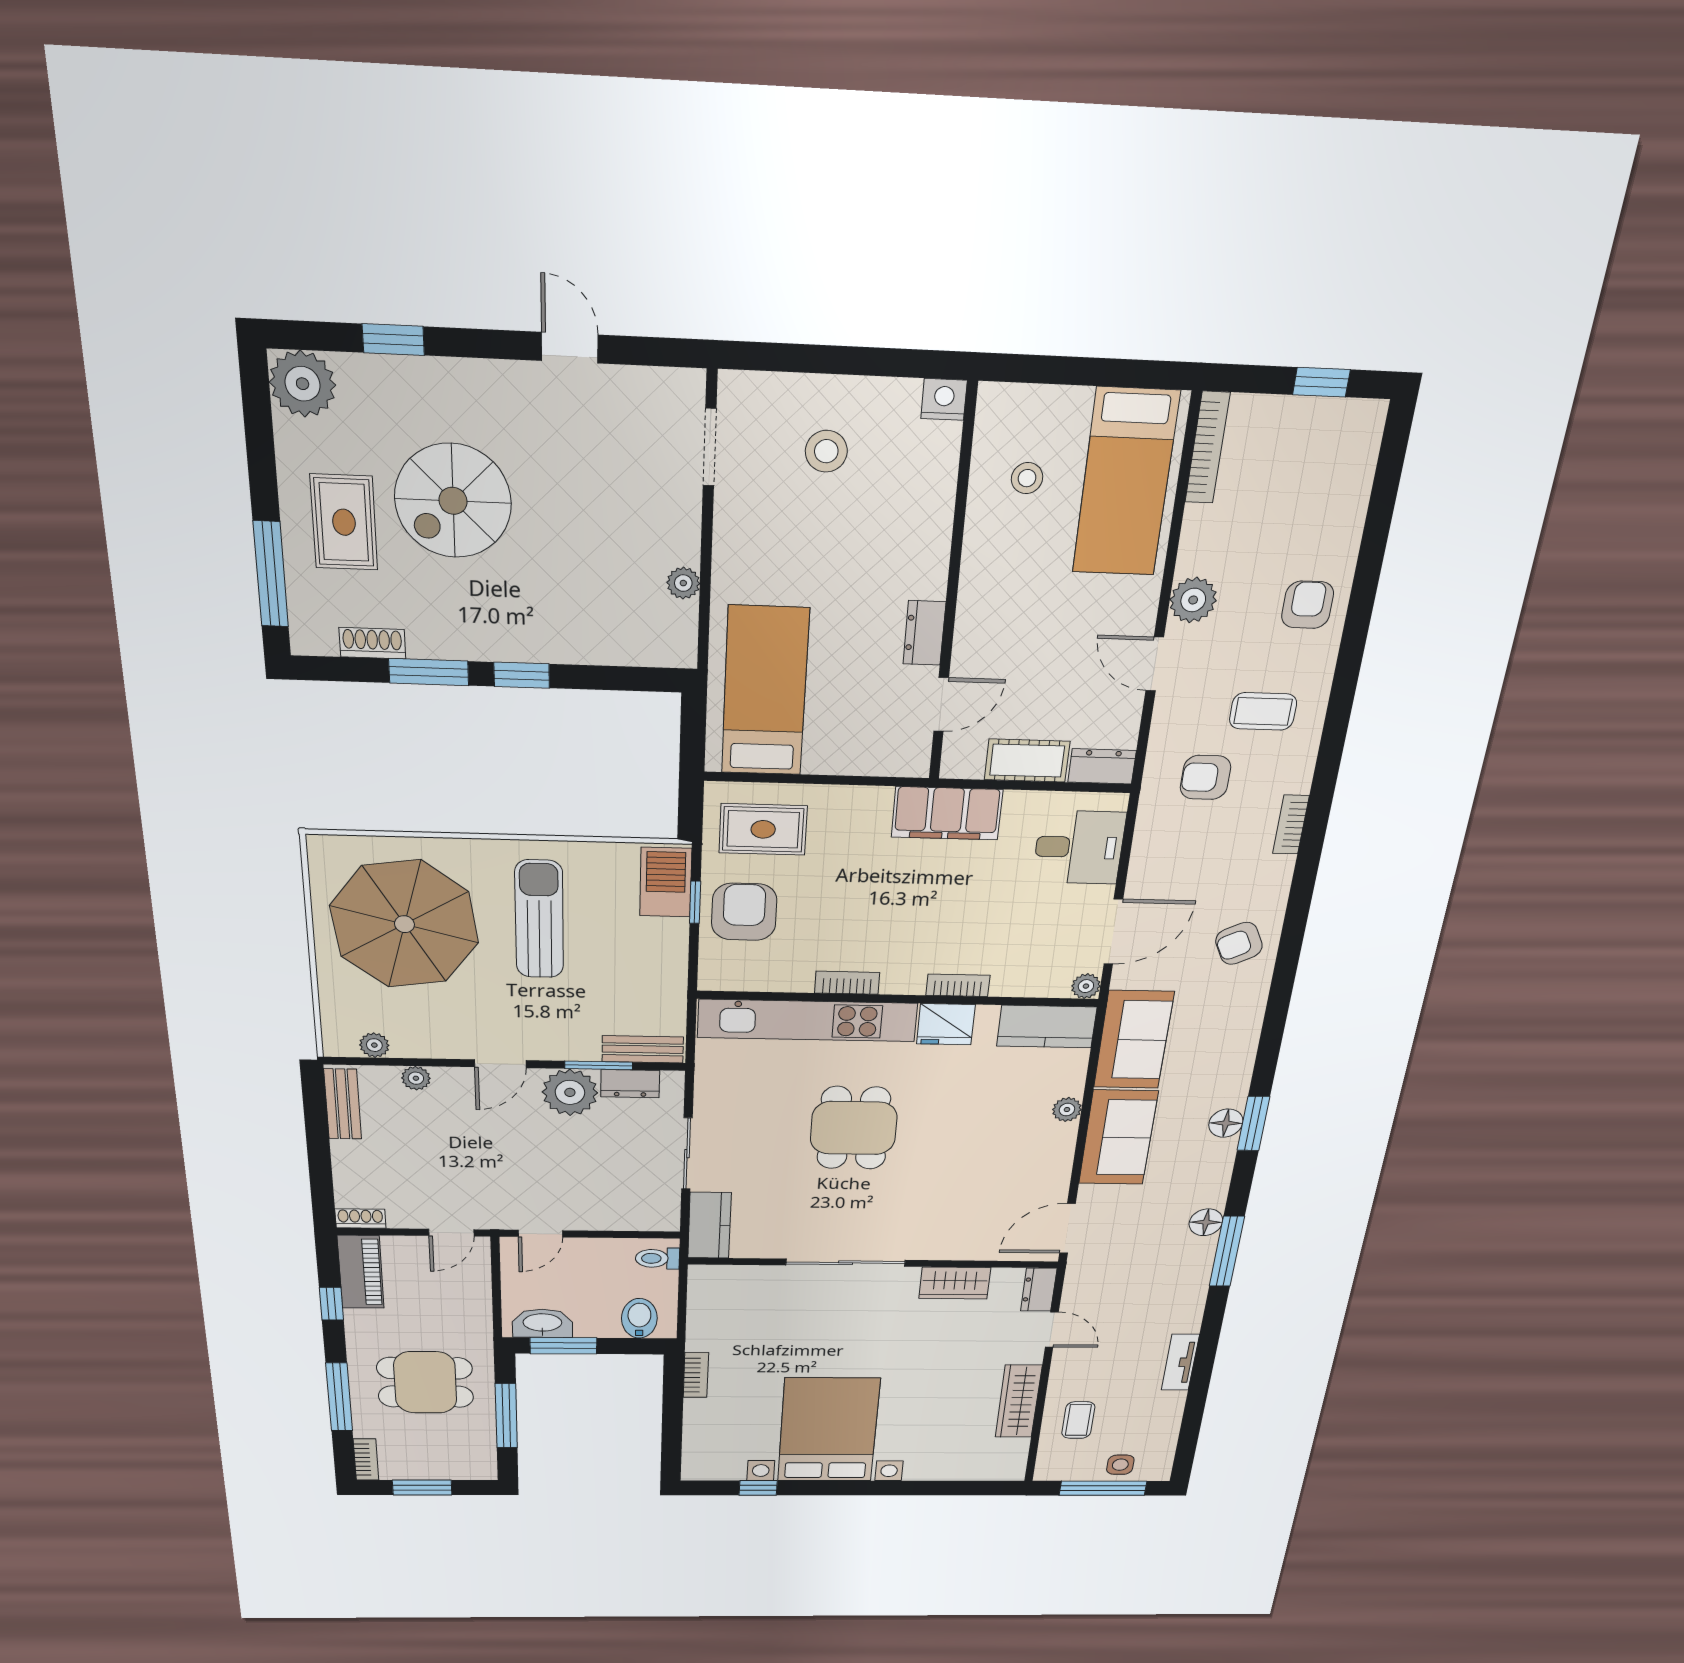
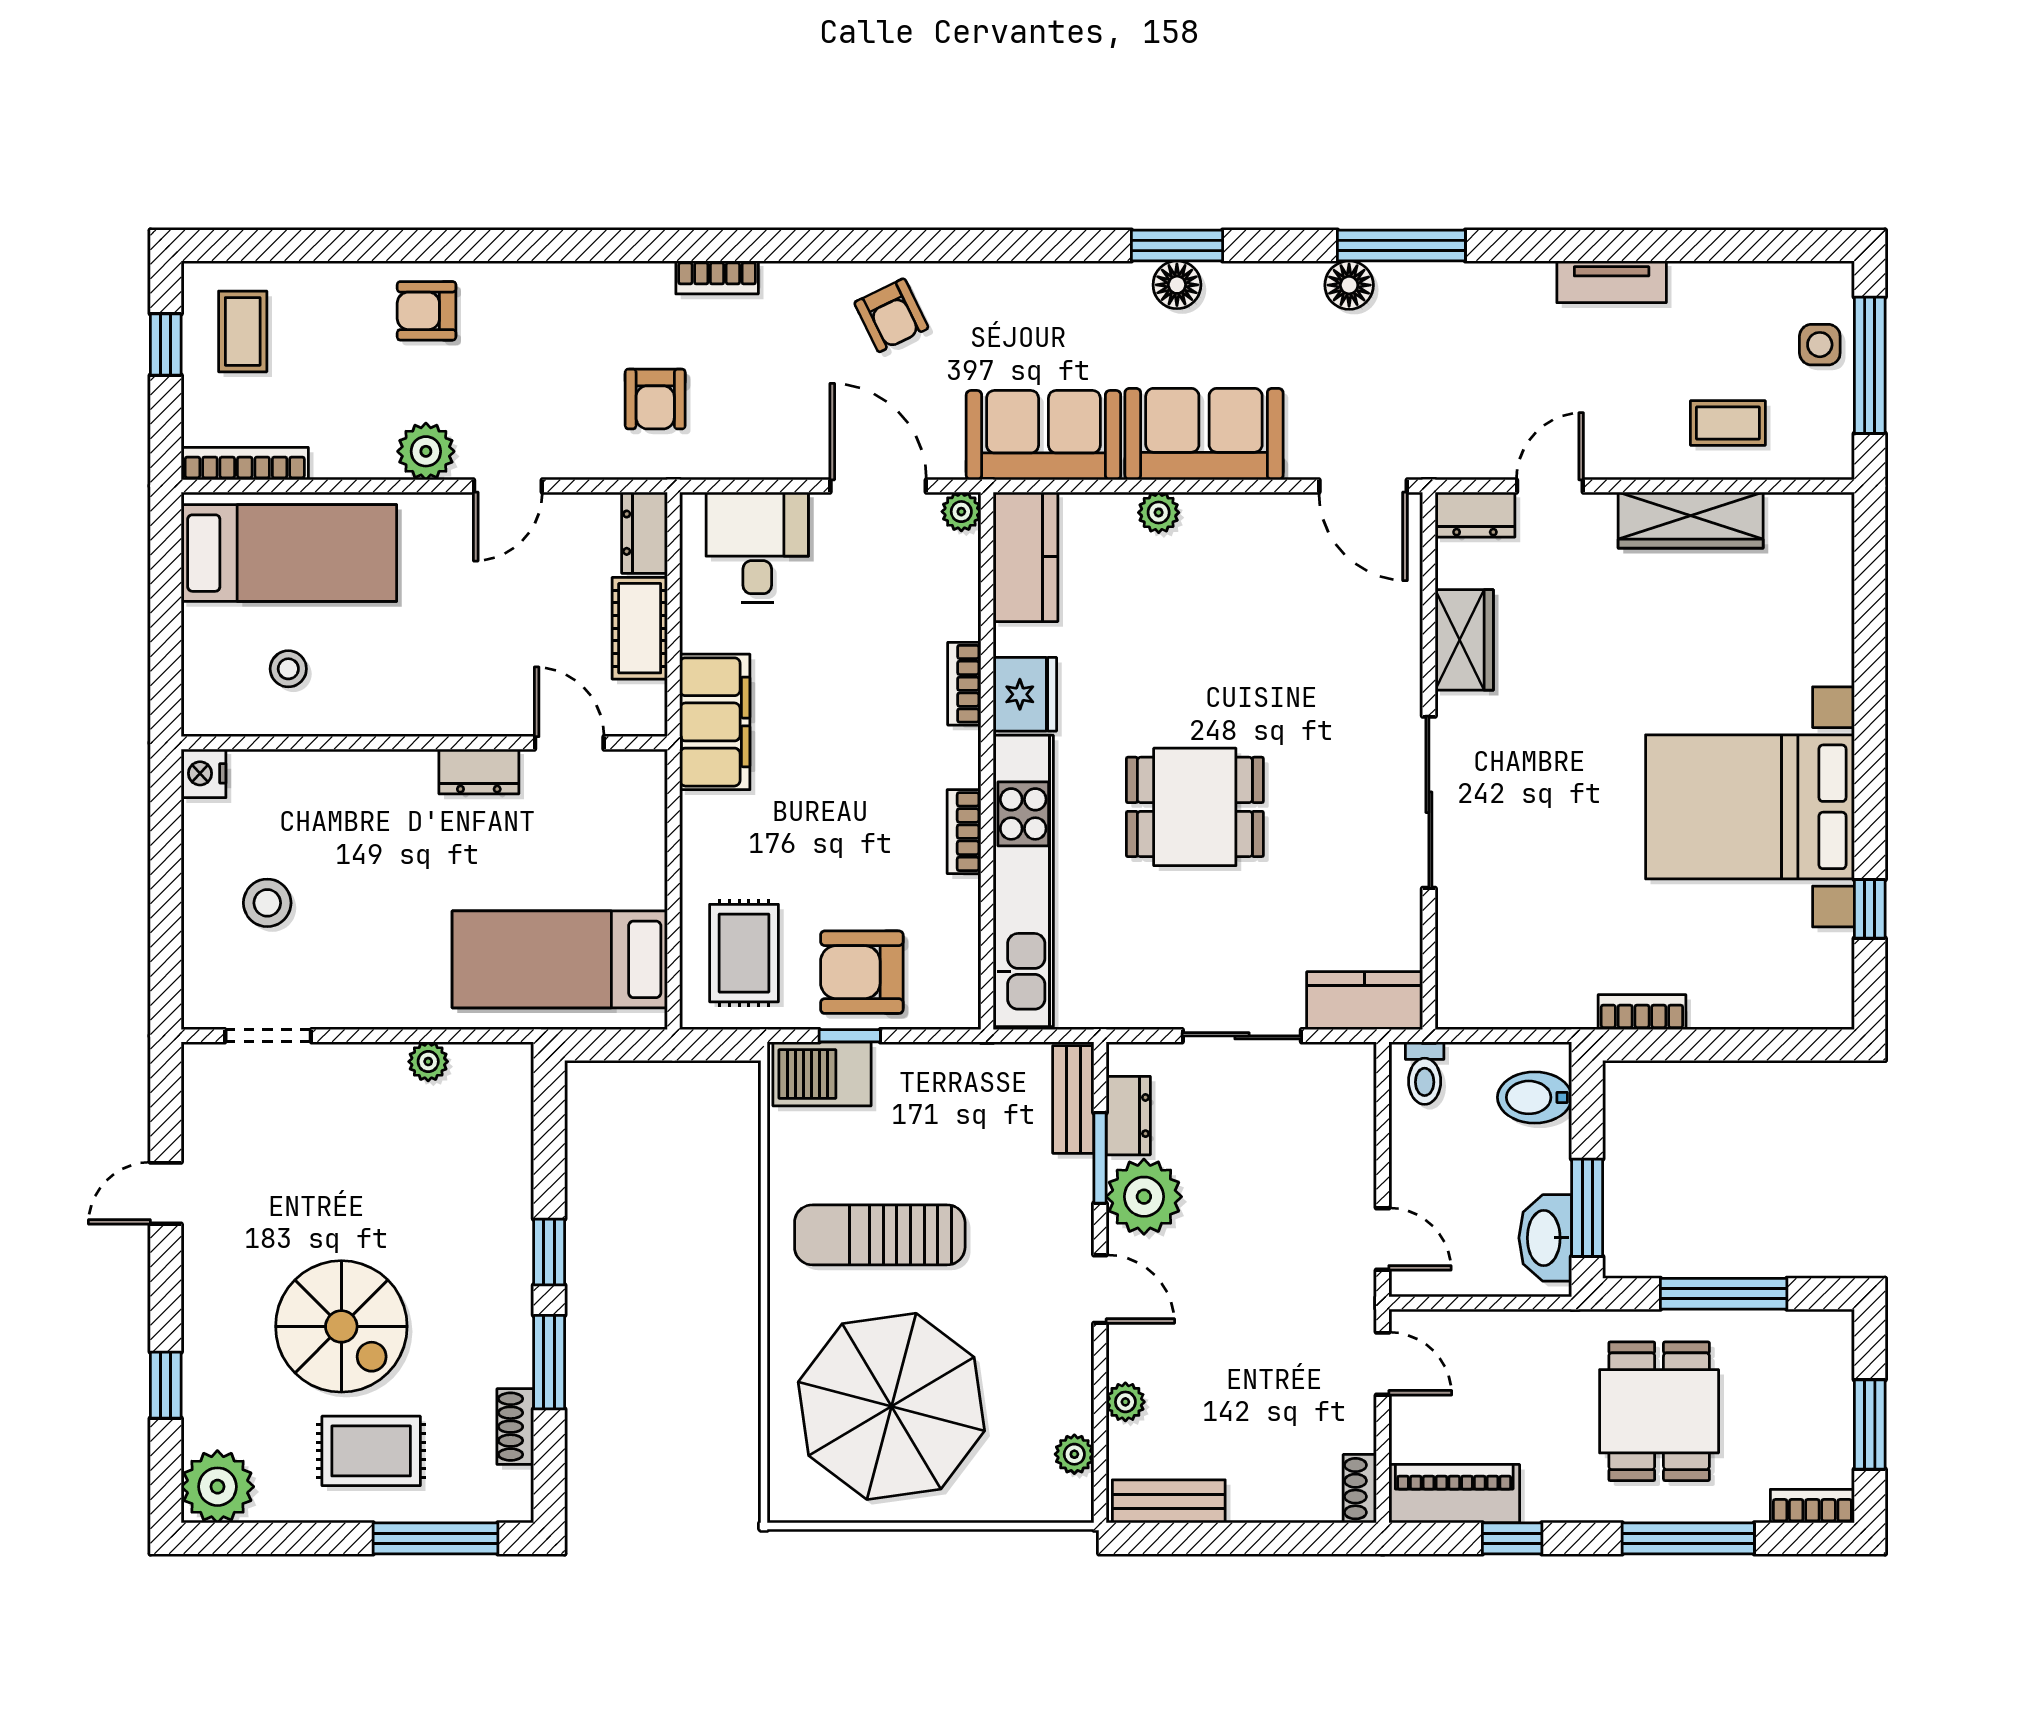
coffee table: (1263, 711) -> (243, 331), moved

